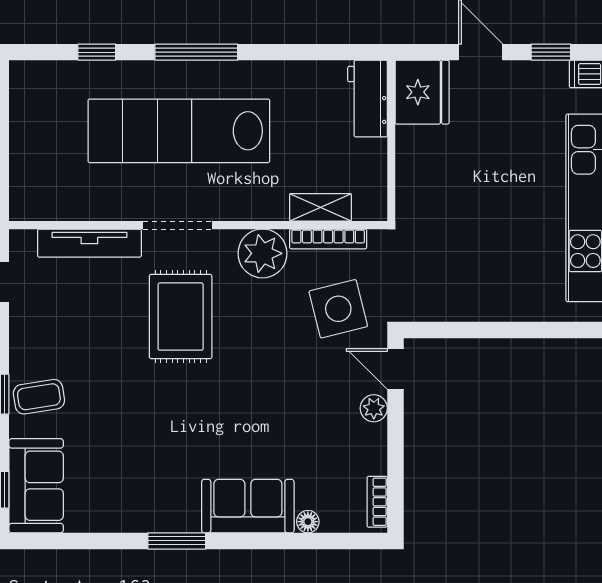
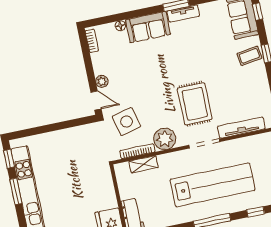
tv unit: (164, 520) -> (183, 14), added

